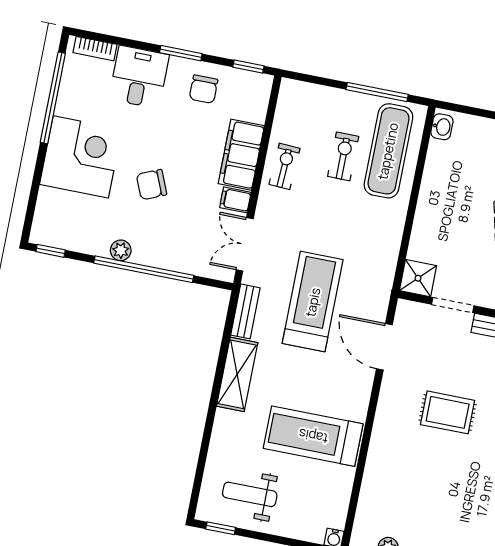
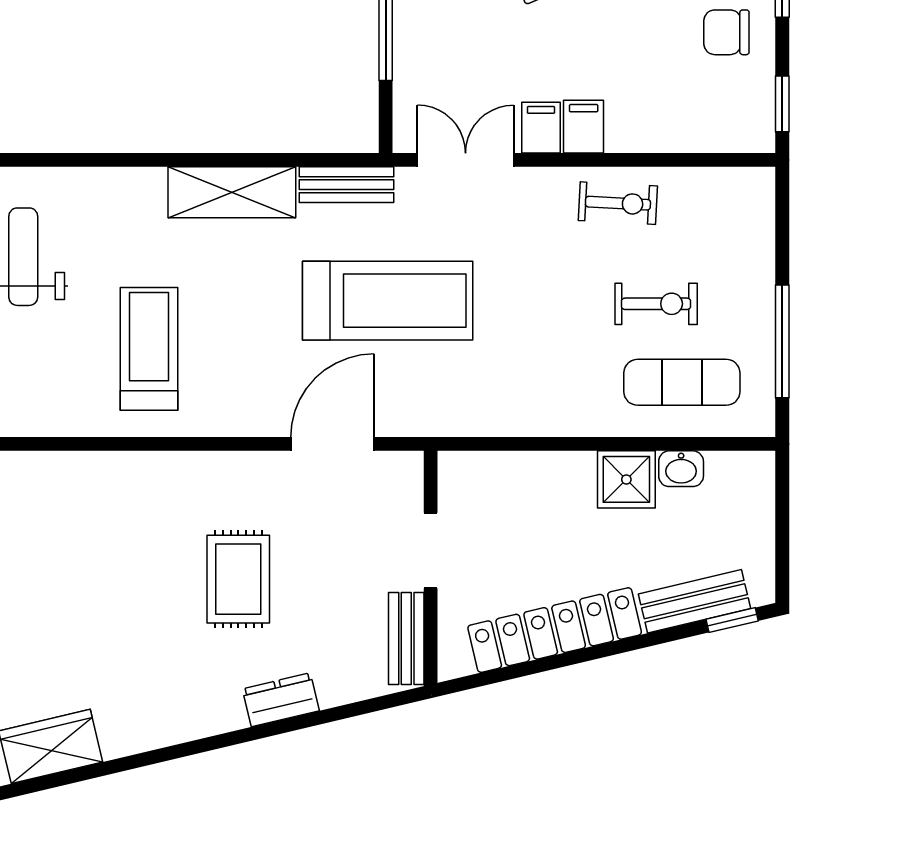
washbasin: (442, 127) -> (681, 469), moved
exercise mat: (388, 151) -> (682, 382), width x0.73, depth x0.69
filing cabinet: (241, 155) -> (584, 127), width x0.33, depth x0.86
shower: (418, 278) -> (626, 479), moved
treadmill: (313, 436) -> (149, 349), width x0.73, depth x0.73

